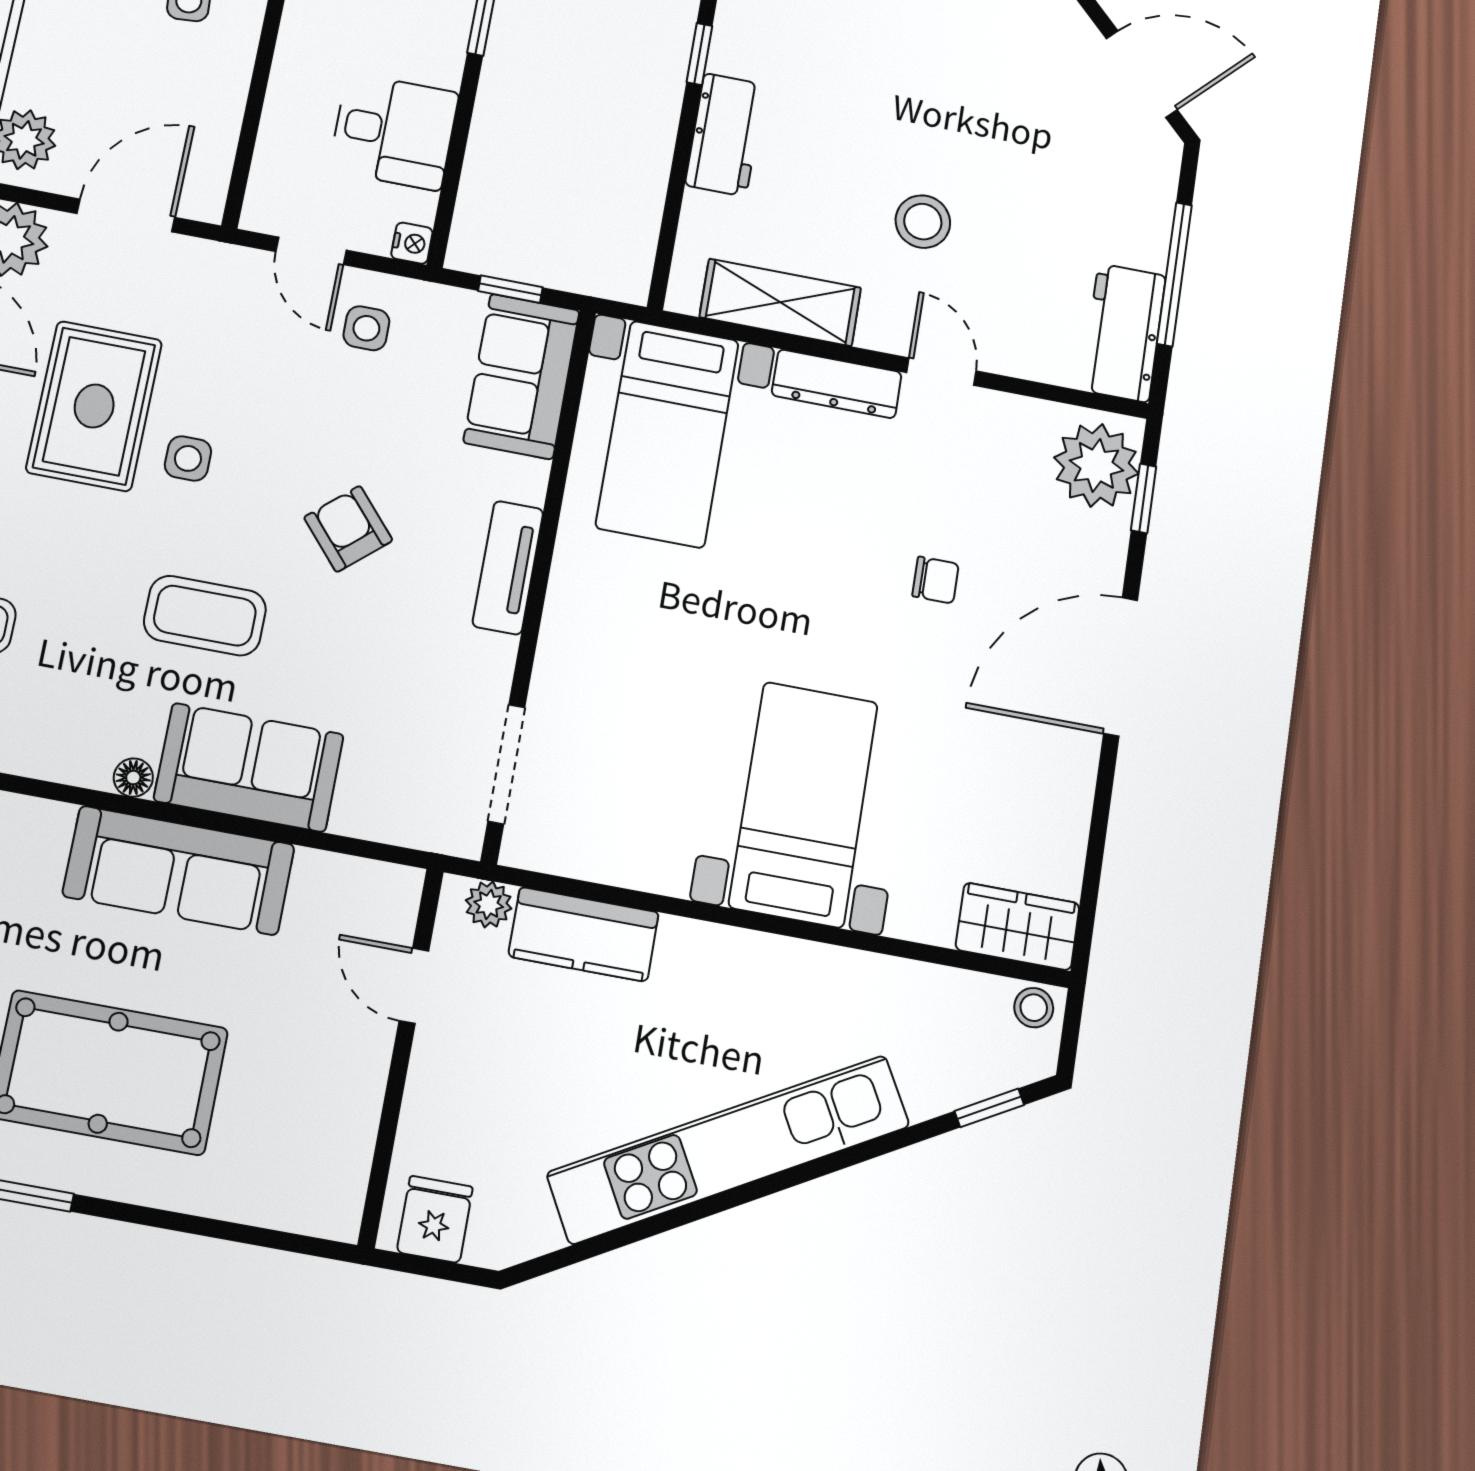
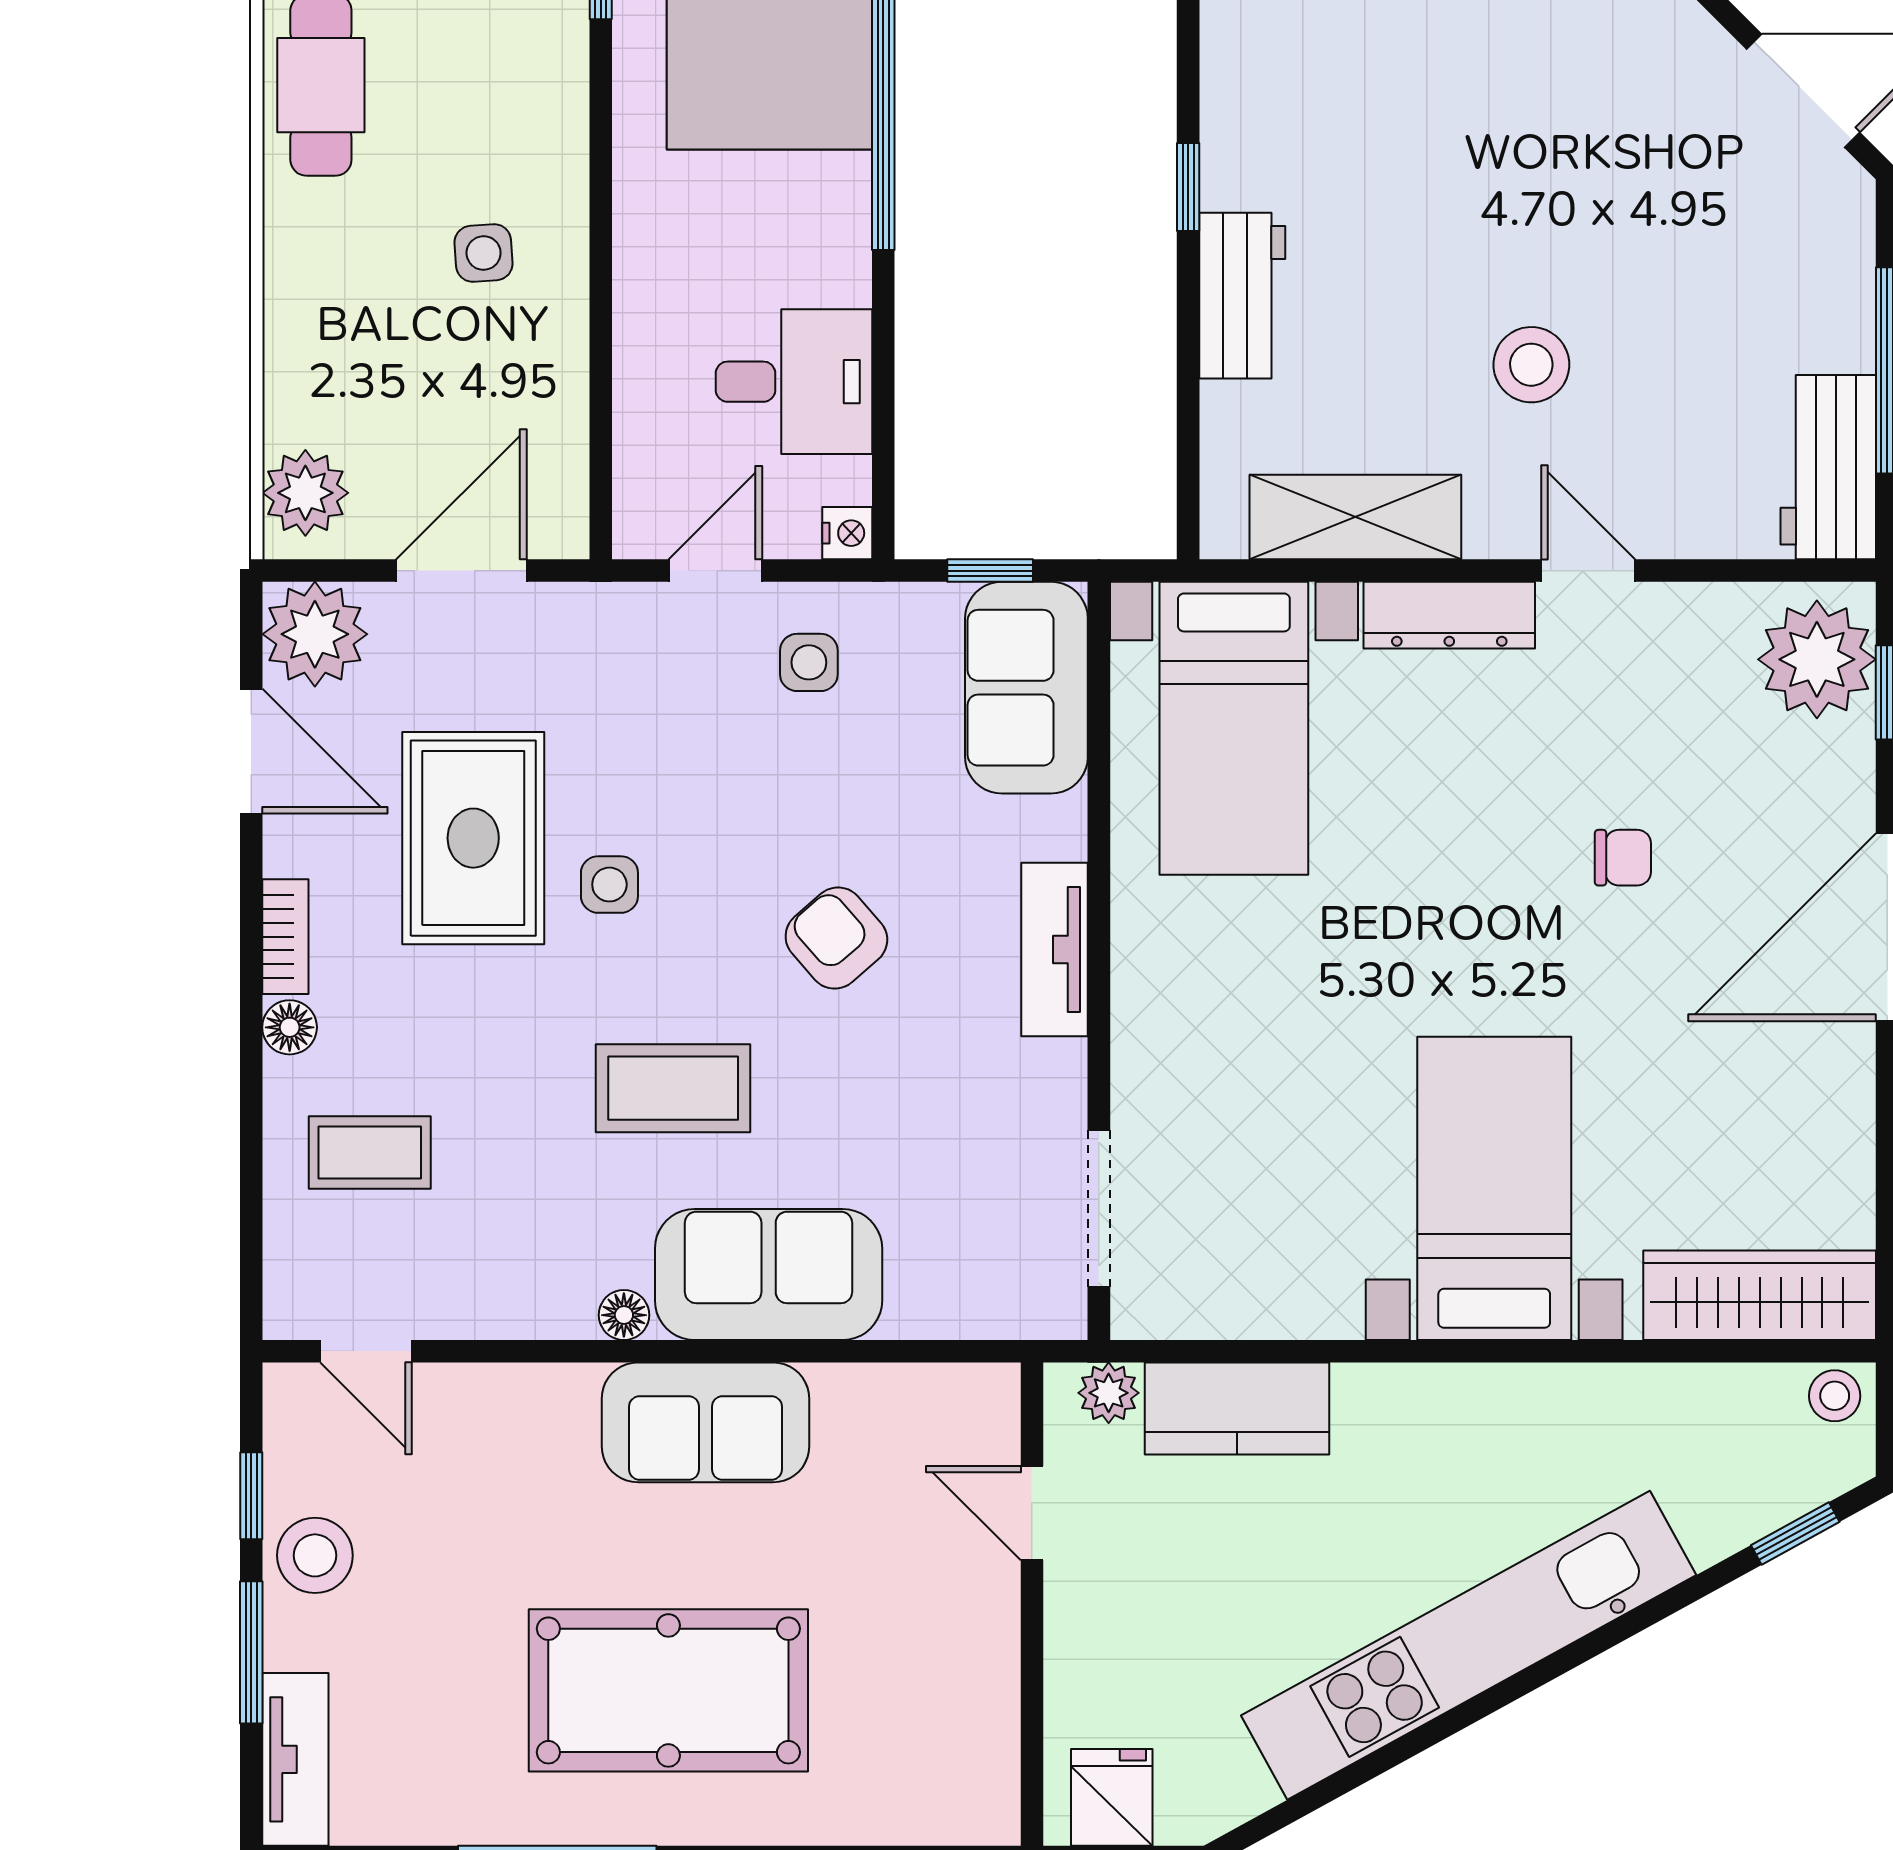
door: (311, 251) -> (715, 571), swing flipped
sofa: (179, 870) -> (705, 1422), width x0.73
wardrobe: (1017, 926) -> (1760, 1295), width x1.50

